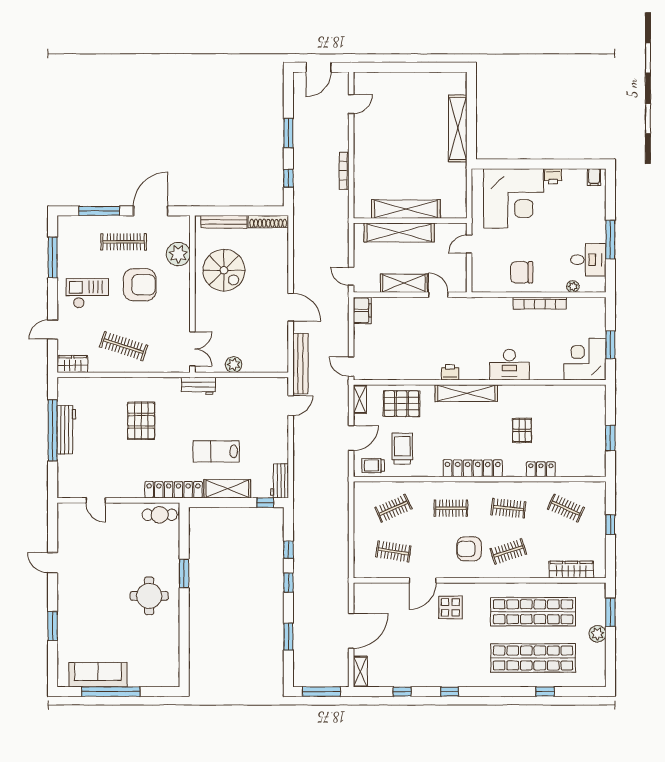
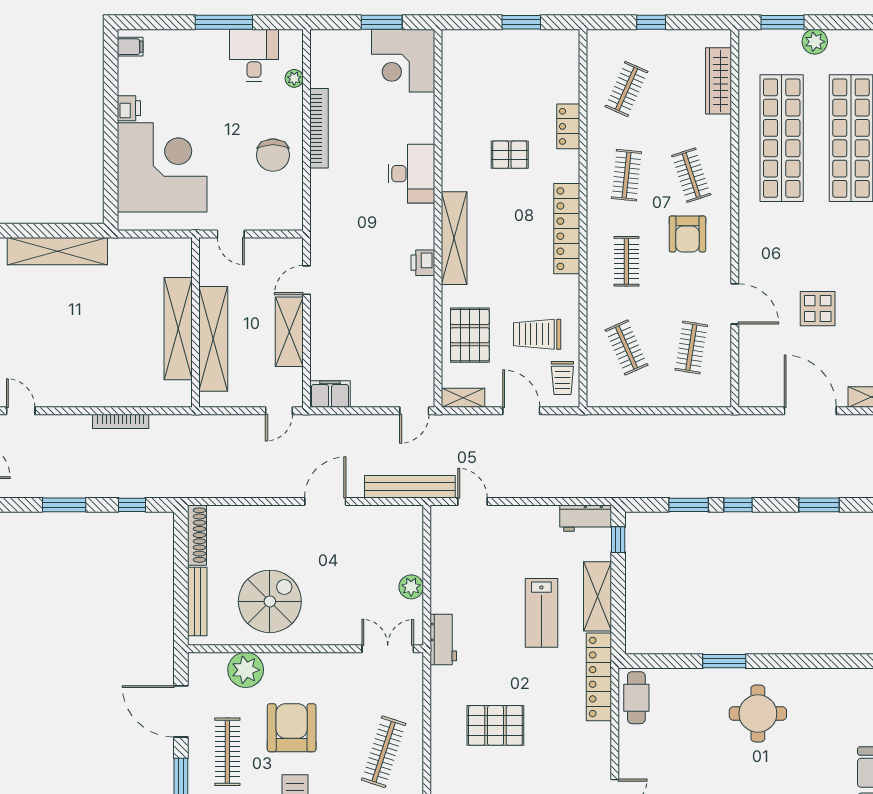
window: (288, 550) -> (689, 505), width x1.50
display table: (450, 608) -> (818, 309), moved

